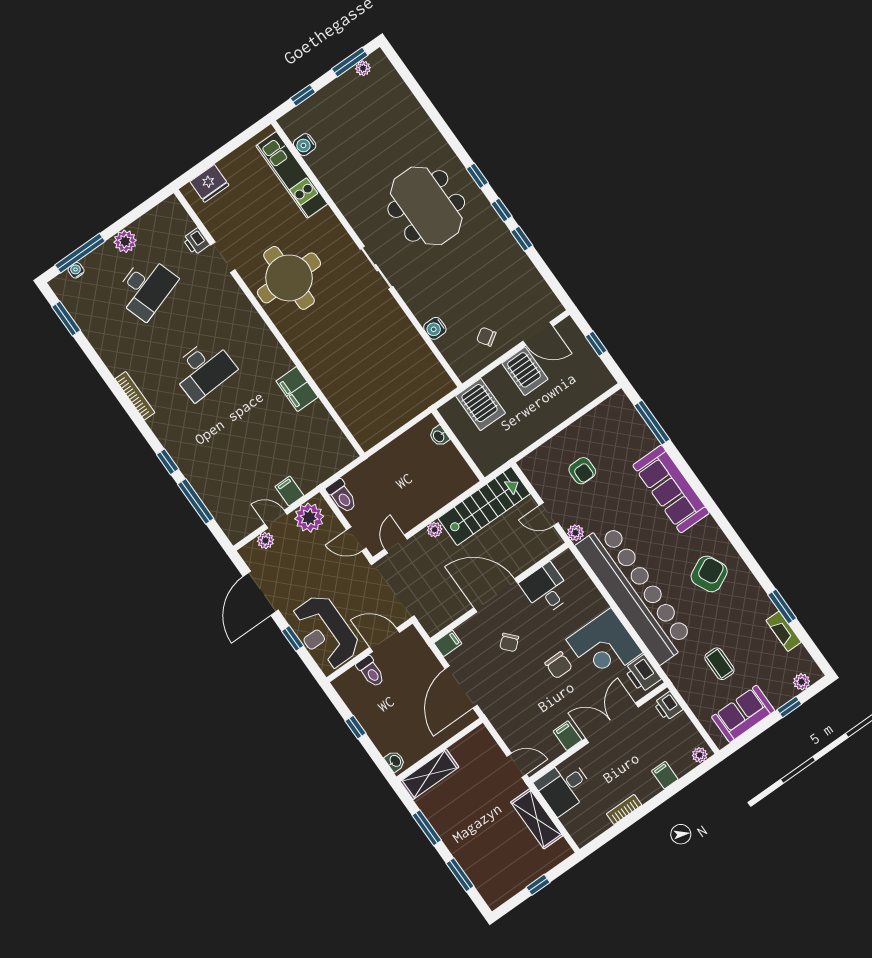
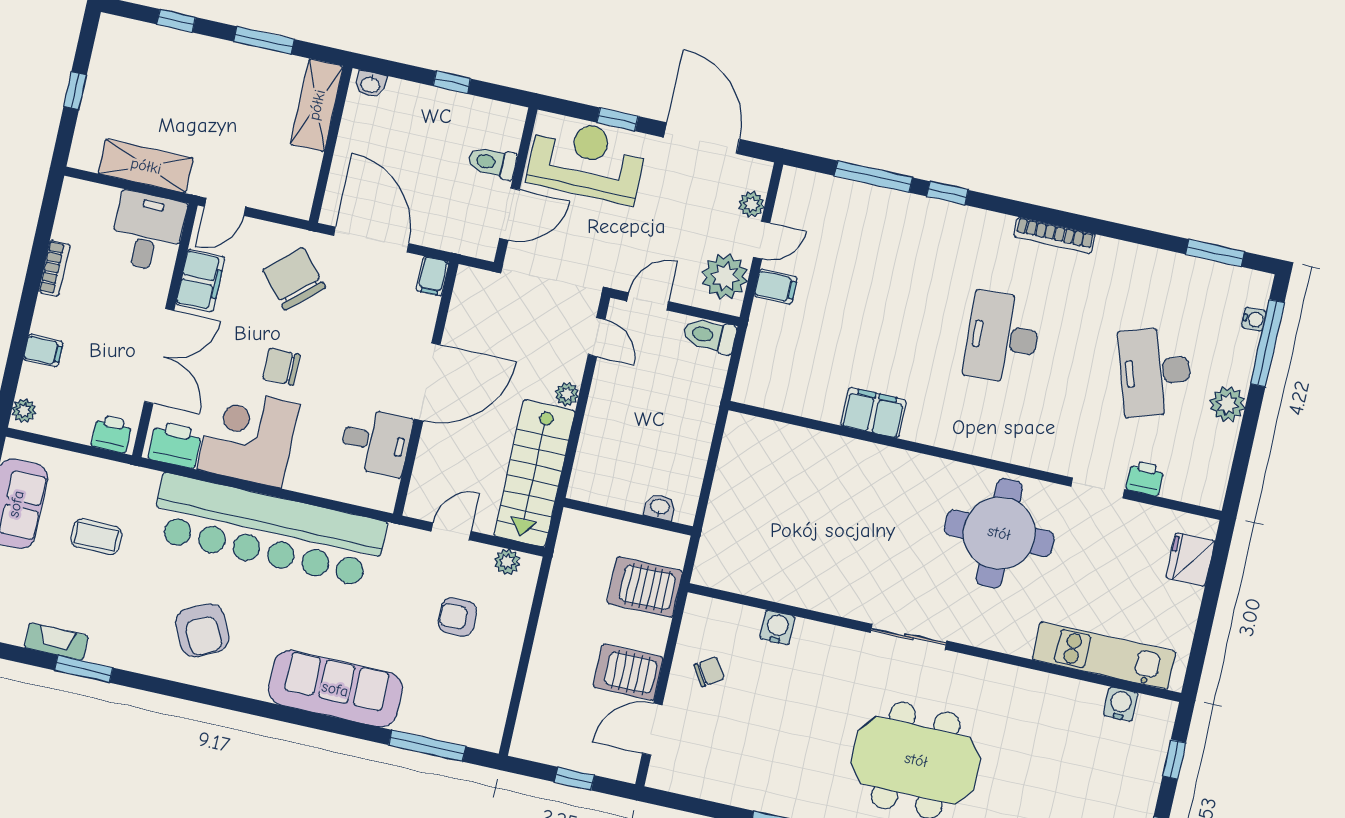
plant: (576, 533) -> (507, 562), moved
chair: (509, 642) -> (294, 279), moved, width x1.87, depth x1.87
filing cabinet: (567, 736) -> (200, 281), width x2.00
window: (460, 875) -> (176, 21), width x0.67

